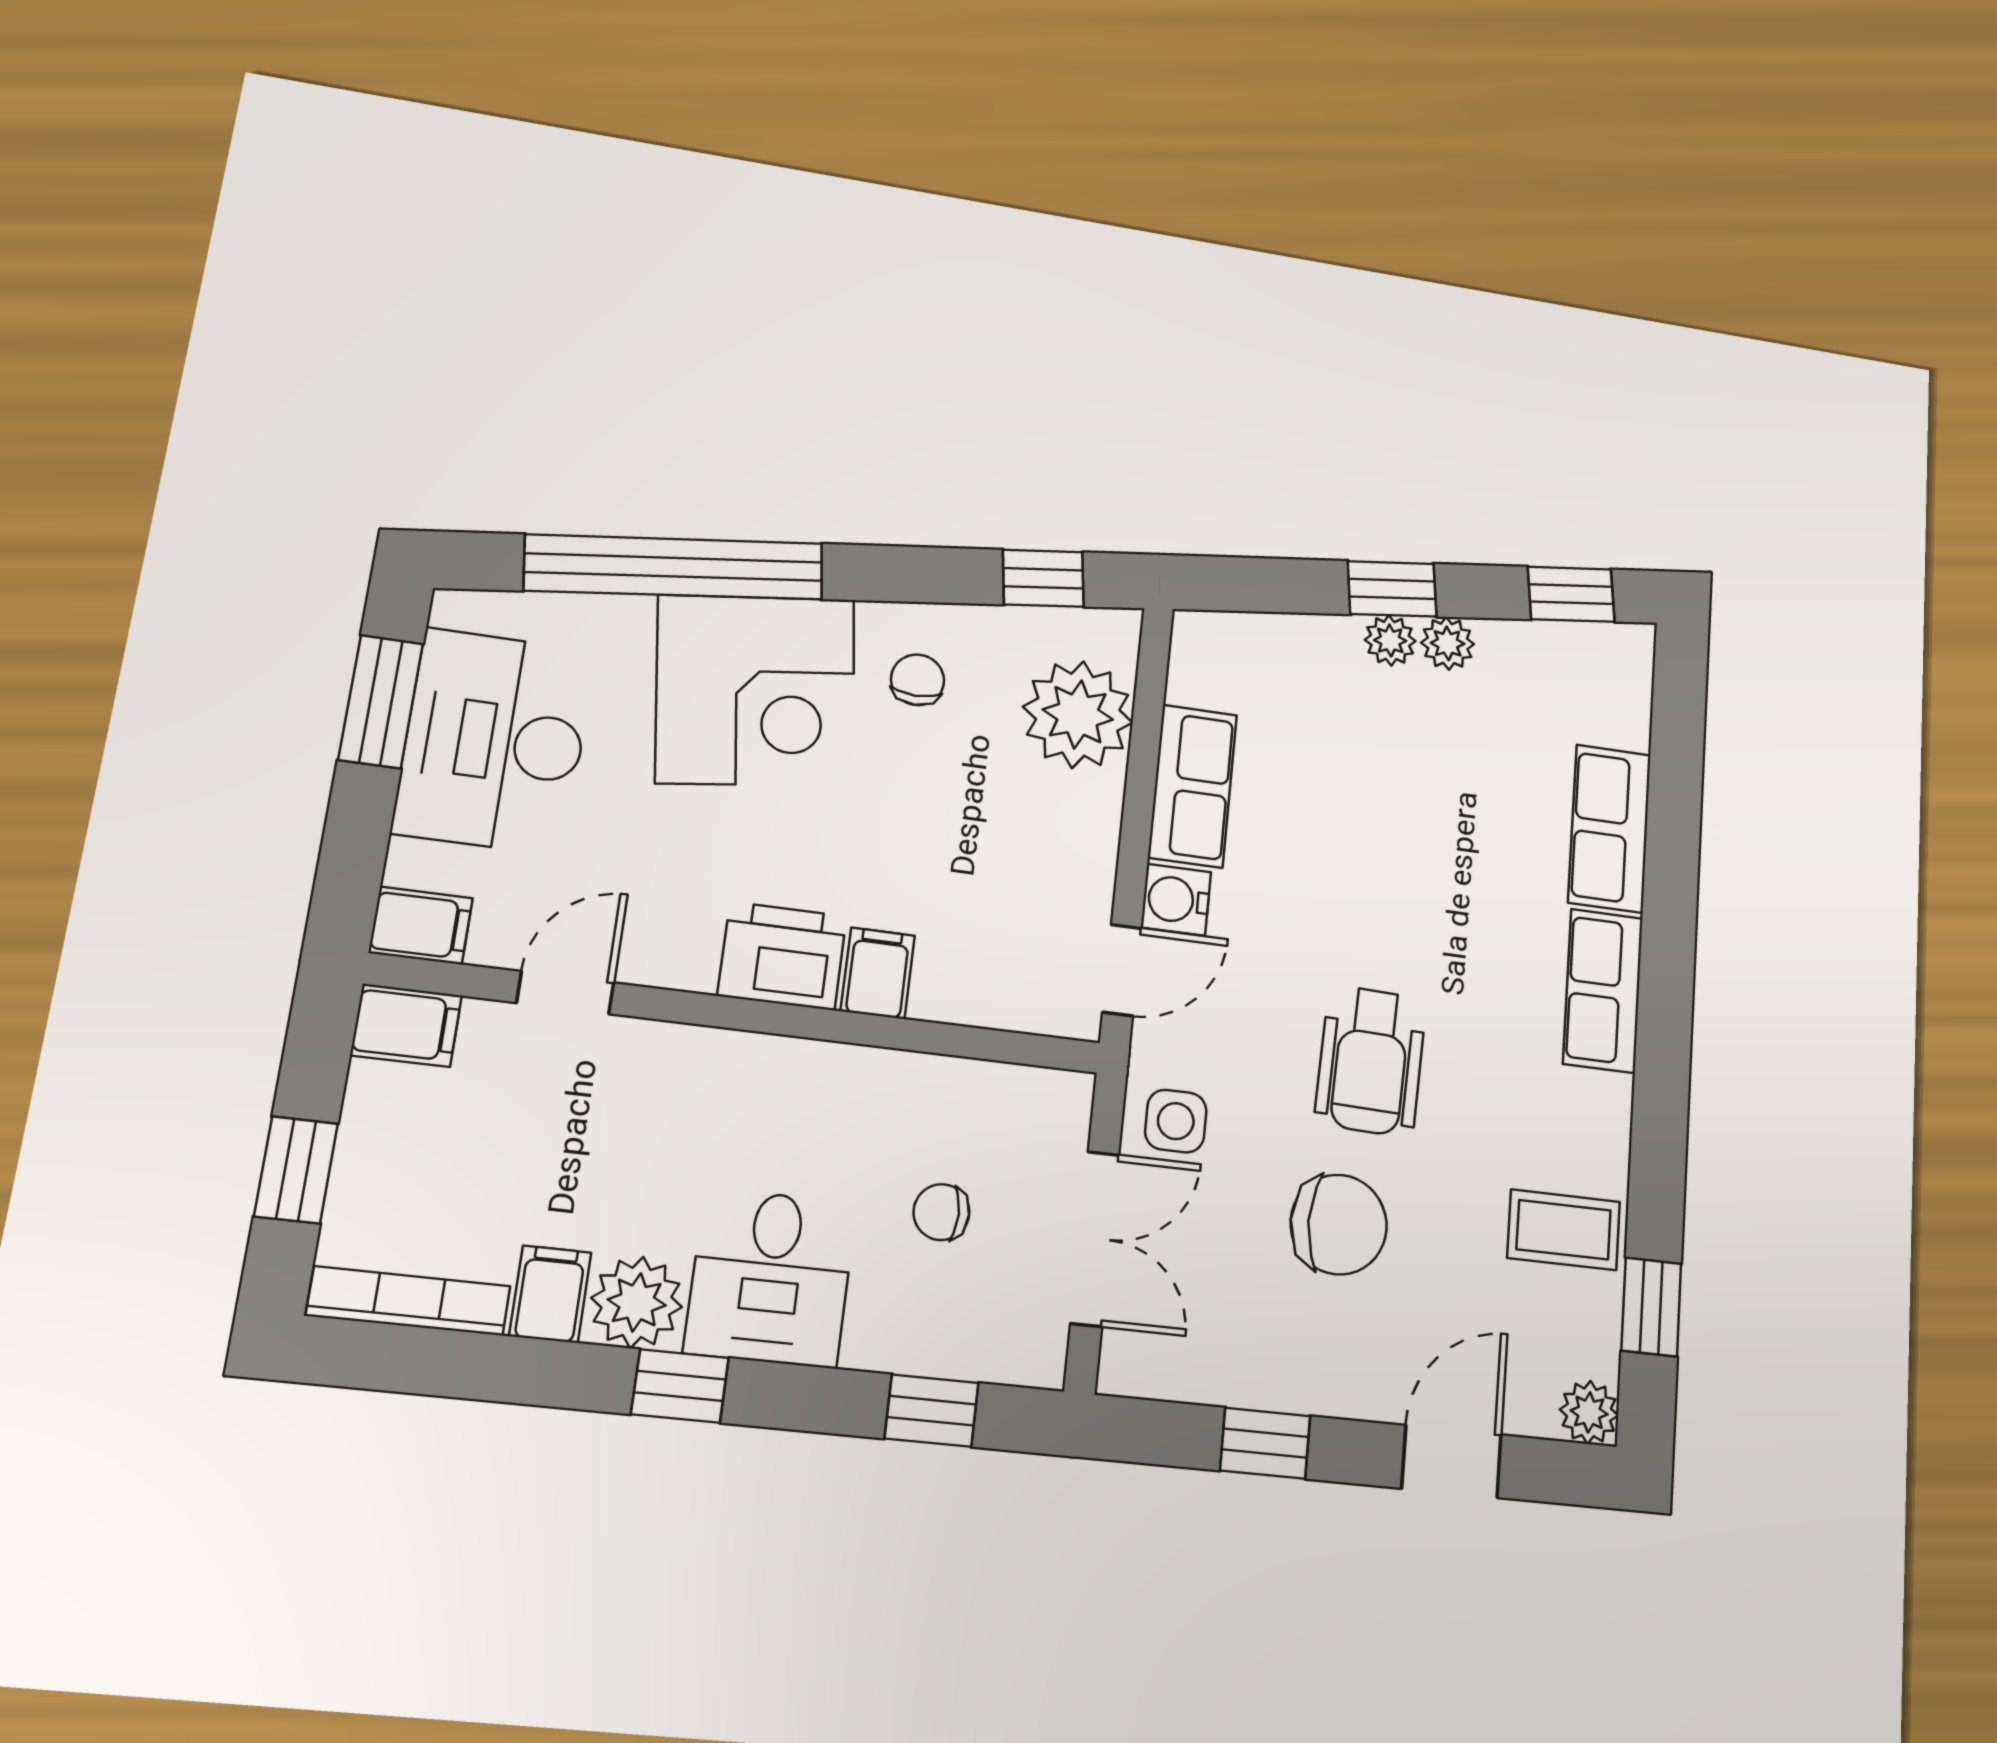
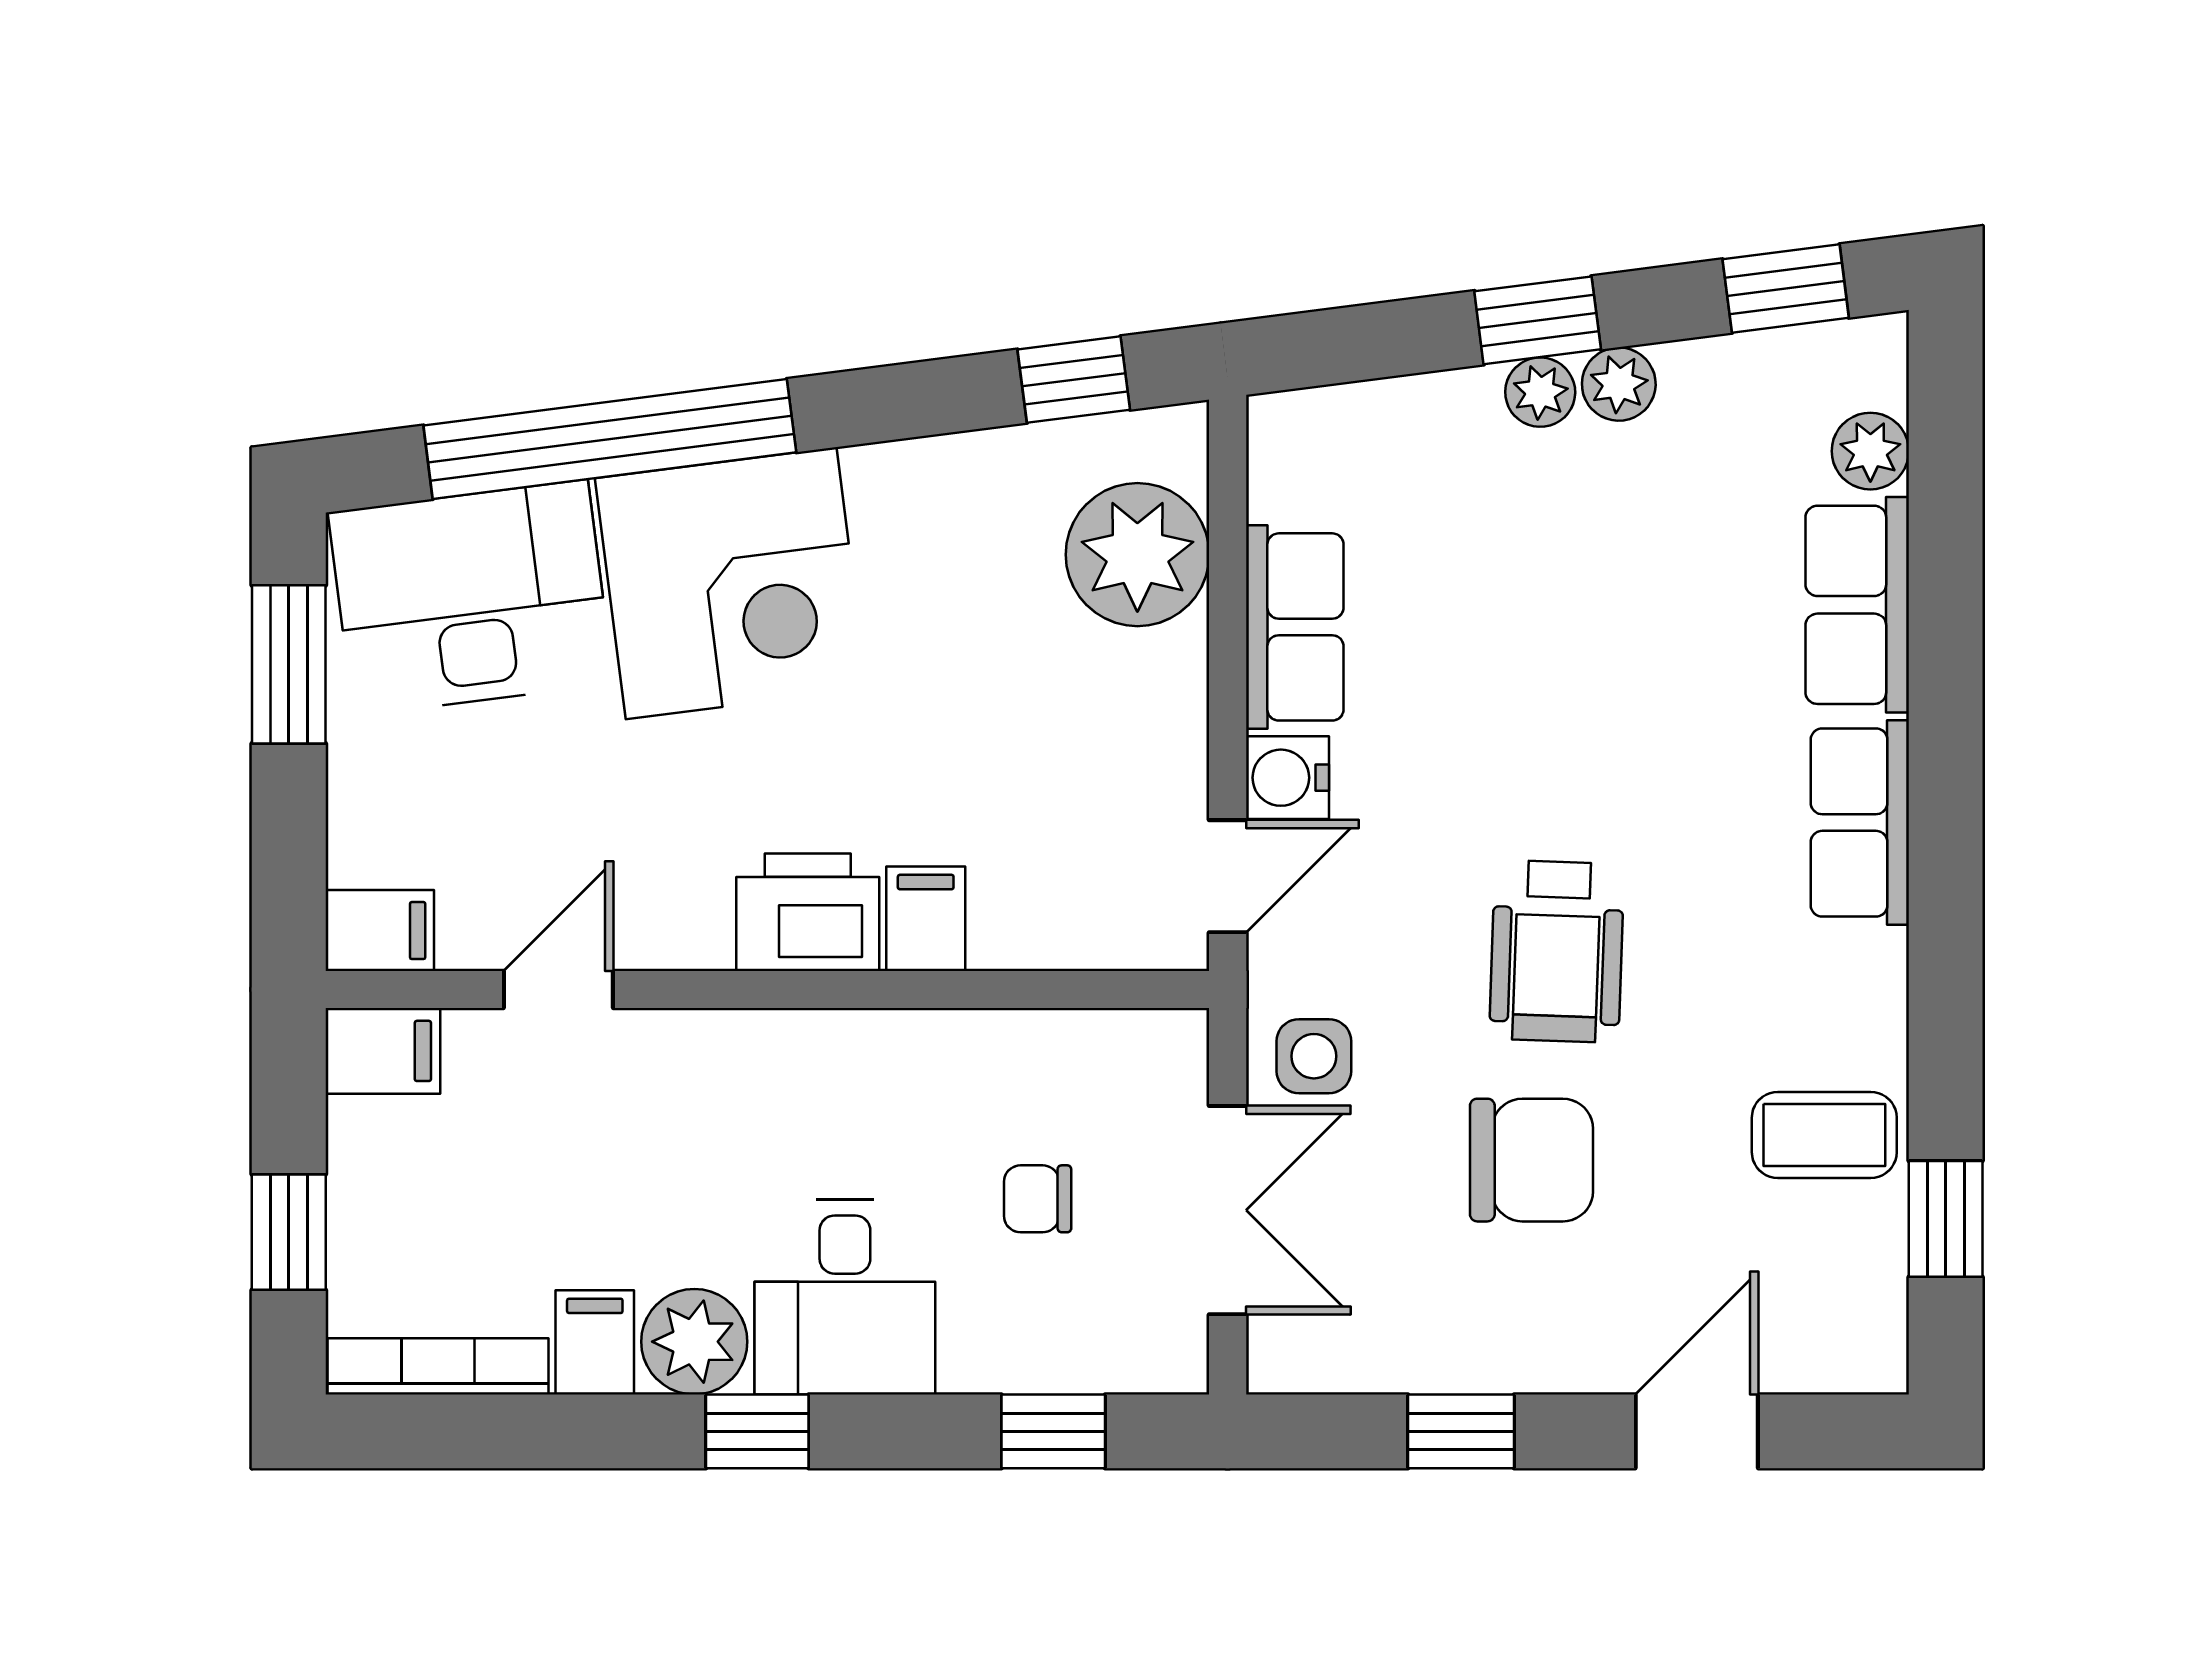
chair: (918, 680) -> (929, 539), removed
desk: (494, 741) -> (471, 598), moved, turned 83
plant: (1589, 1412) -> (1870, 451), moved

